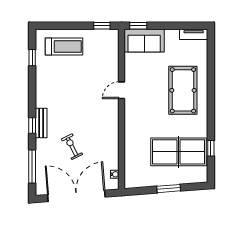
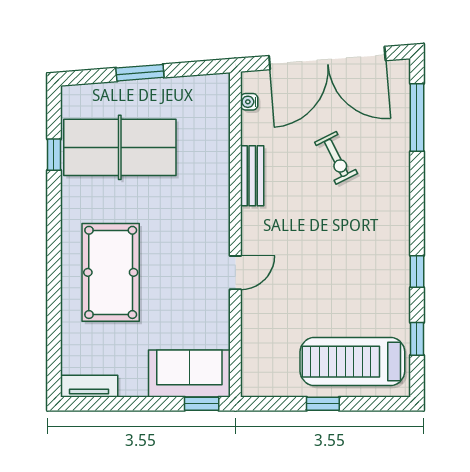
window: (102, 26) -> (323, 404), moved
treadmill: (64, 46) -> (352, 362), width x1.37, depth x1.38
bench: (41, 123) -> (252, 176), moved
window: (32, 125) -> (417, 271), moved

